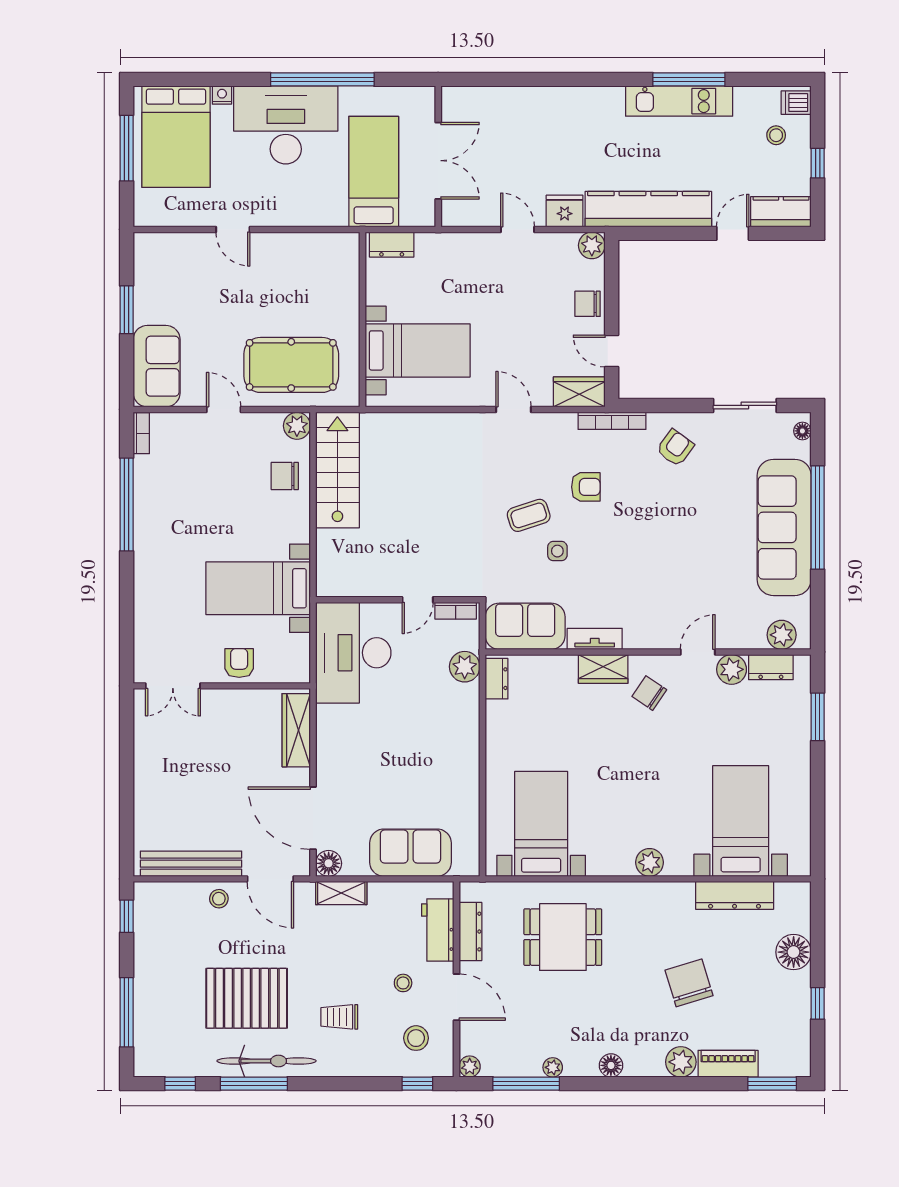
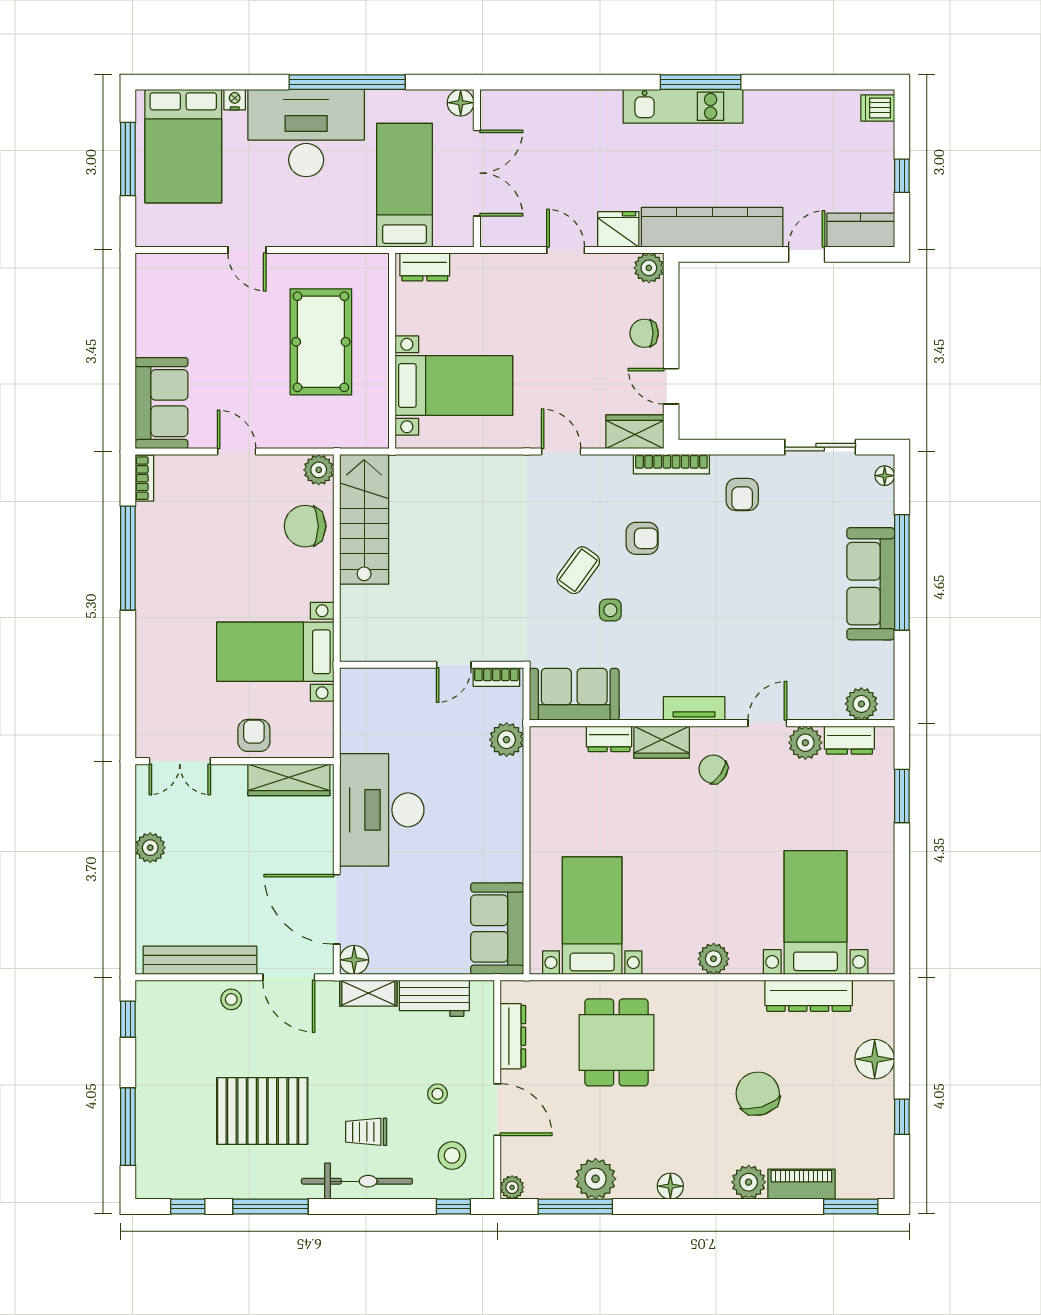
window: (689, 79) -> (701, 82), moved
floor lamp: (424, 98) -> (461, 103), added
kitchen unit: (679, 101) -> (683, 106), moved
stool: (776, 135) -> (855, 144), removed
window: (127, 310) -> (128, 340), removed
pool table: (291, 365) -> (321, 342), moved, turned 90
armchair: (675, 448) -> (742, 495), turned 144
chair: (285, 476) -> (305, 526), width x1.37, depth x1.37
coffee table: (529, 515) -> (578, 570), turned -36
sofa: (784, 527) -> (871, 584), width x0.74, depth x0.79
tv unit: (595, 639) -> (694, 708), moved
desk: (353, 653) -> (382, 810), moved
dresser: (497, 679) -> (609, 739), moved, turned 90
wardrobe: (296, 730) -> (289, 780), moved, turned -90
plant: (147, 763) -> (150, 848), added
sofa: (410, 853) -> (497, 929), moved, turned -90
workbench: (438, 930) -> (434, 998), moved, turned -90
dining table: (563, 937) -> (616, 1042), turned 90
bicycle: (267, 1061) -> (357, 1181), moved
plant: (553, 1067) -> (596, 1179), width x1.87, depth x1.87

